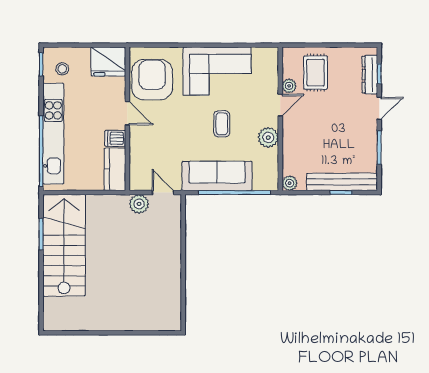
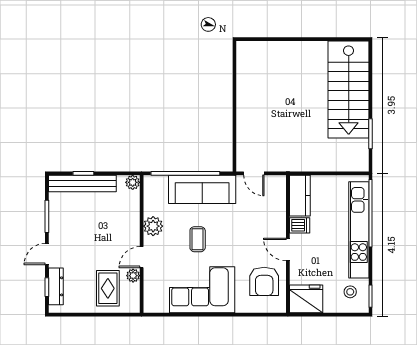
armchair: (152, 80) -> (264, 281), width x0.73, depth x0.73
plant: (139, 204) -> (277, 163), removed
stairs: (64, 245) -> (349, 90), moved

